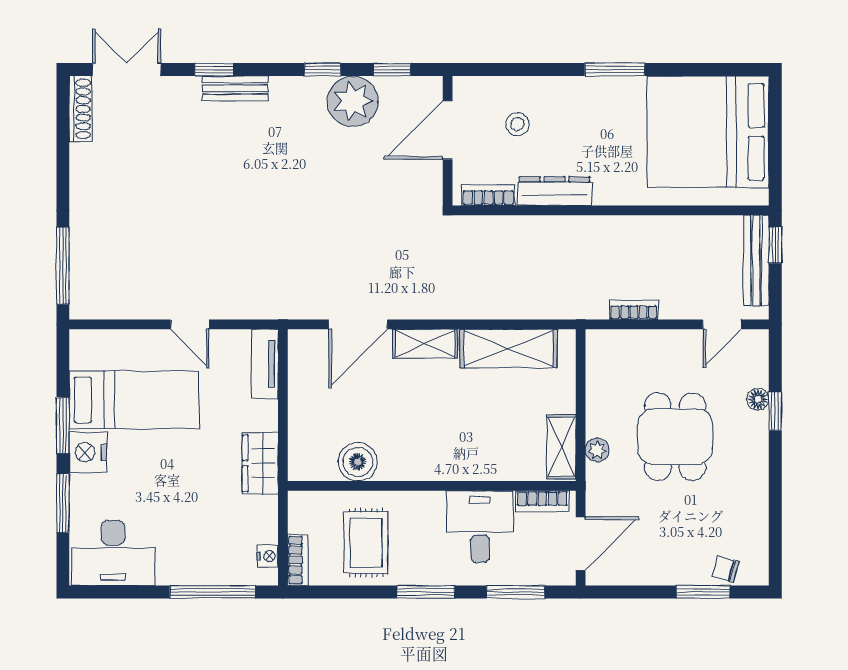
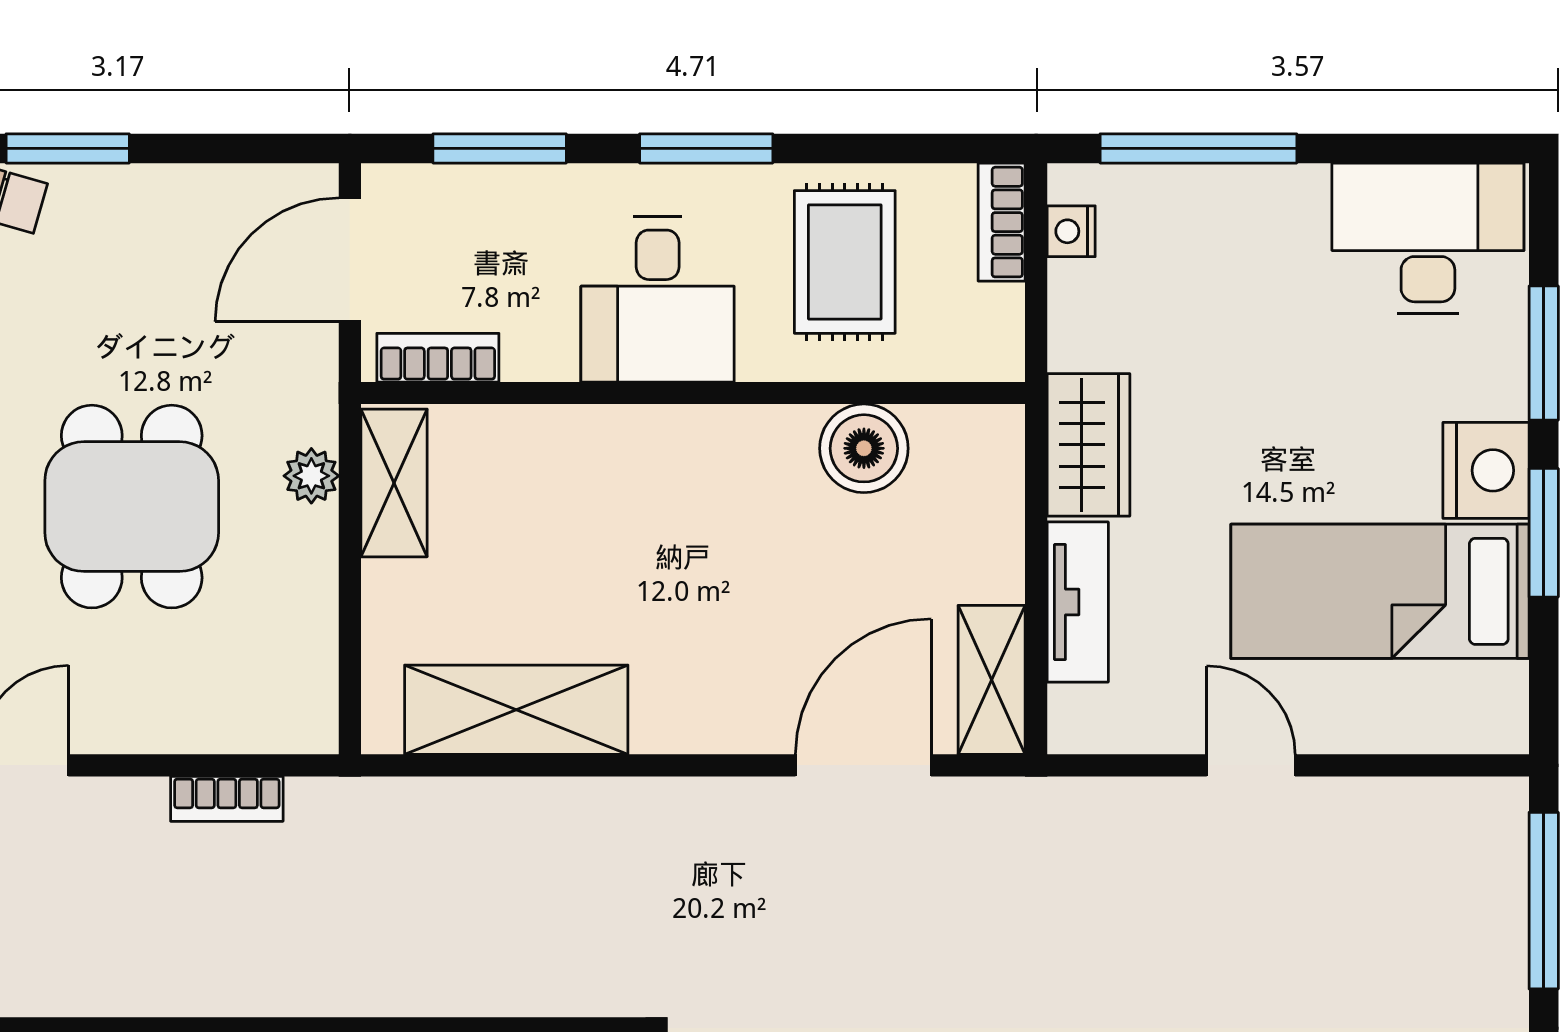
shelving: (425, 344) -> (992, 680), moved, turned 90
tv unit: (265, 364) -> (1078, 602), moved
desk: (480, 526) -> (658, 299), moved

